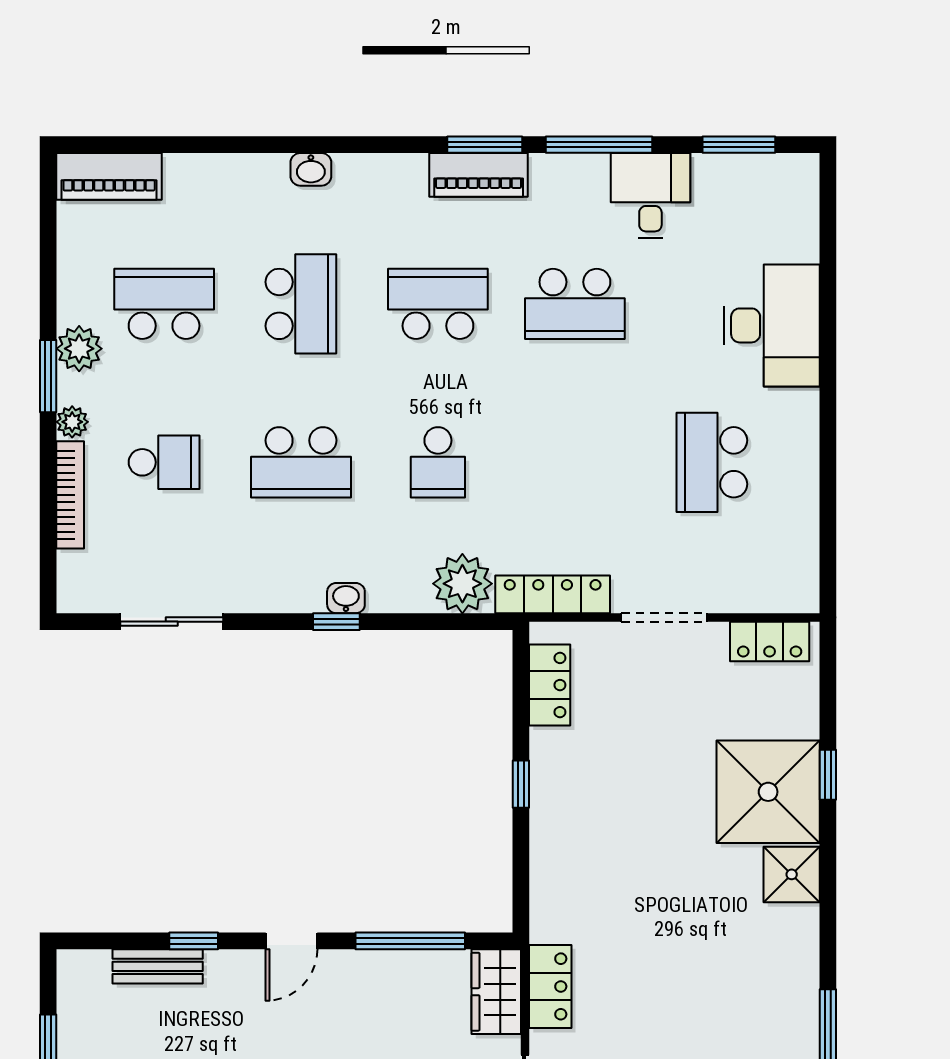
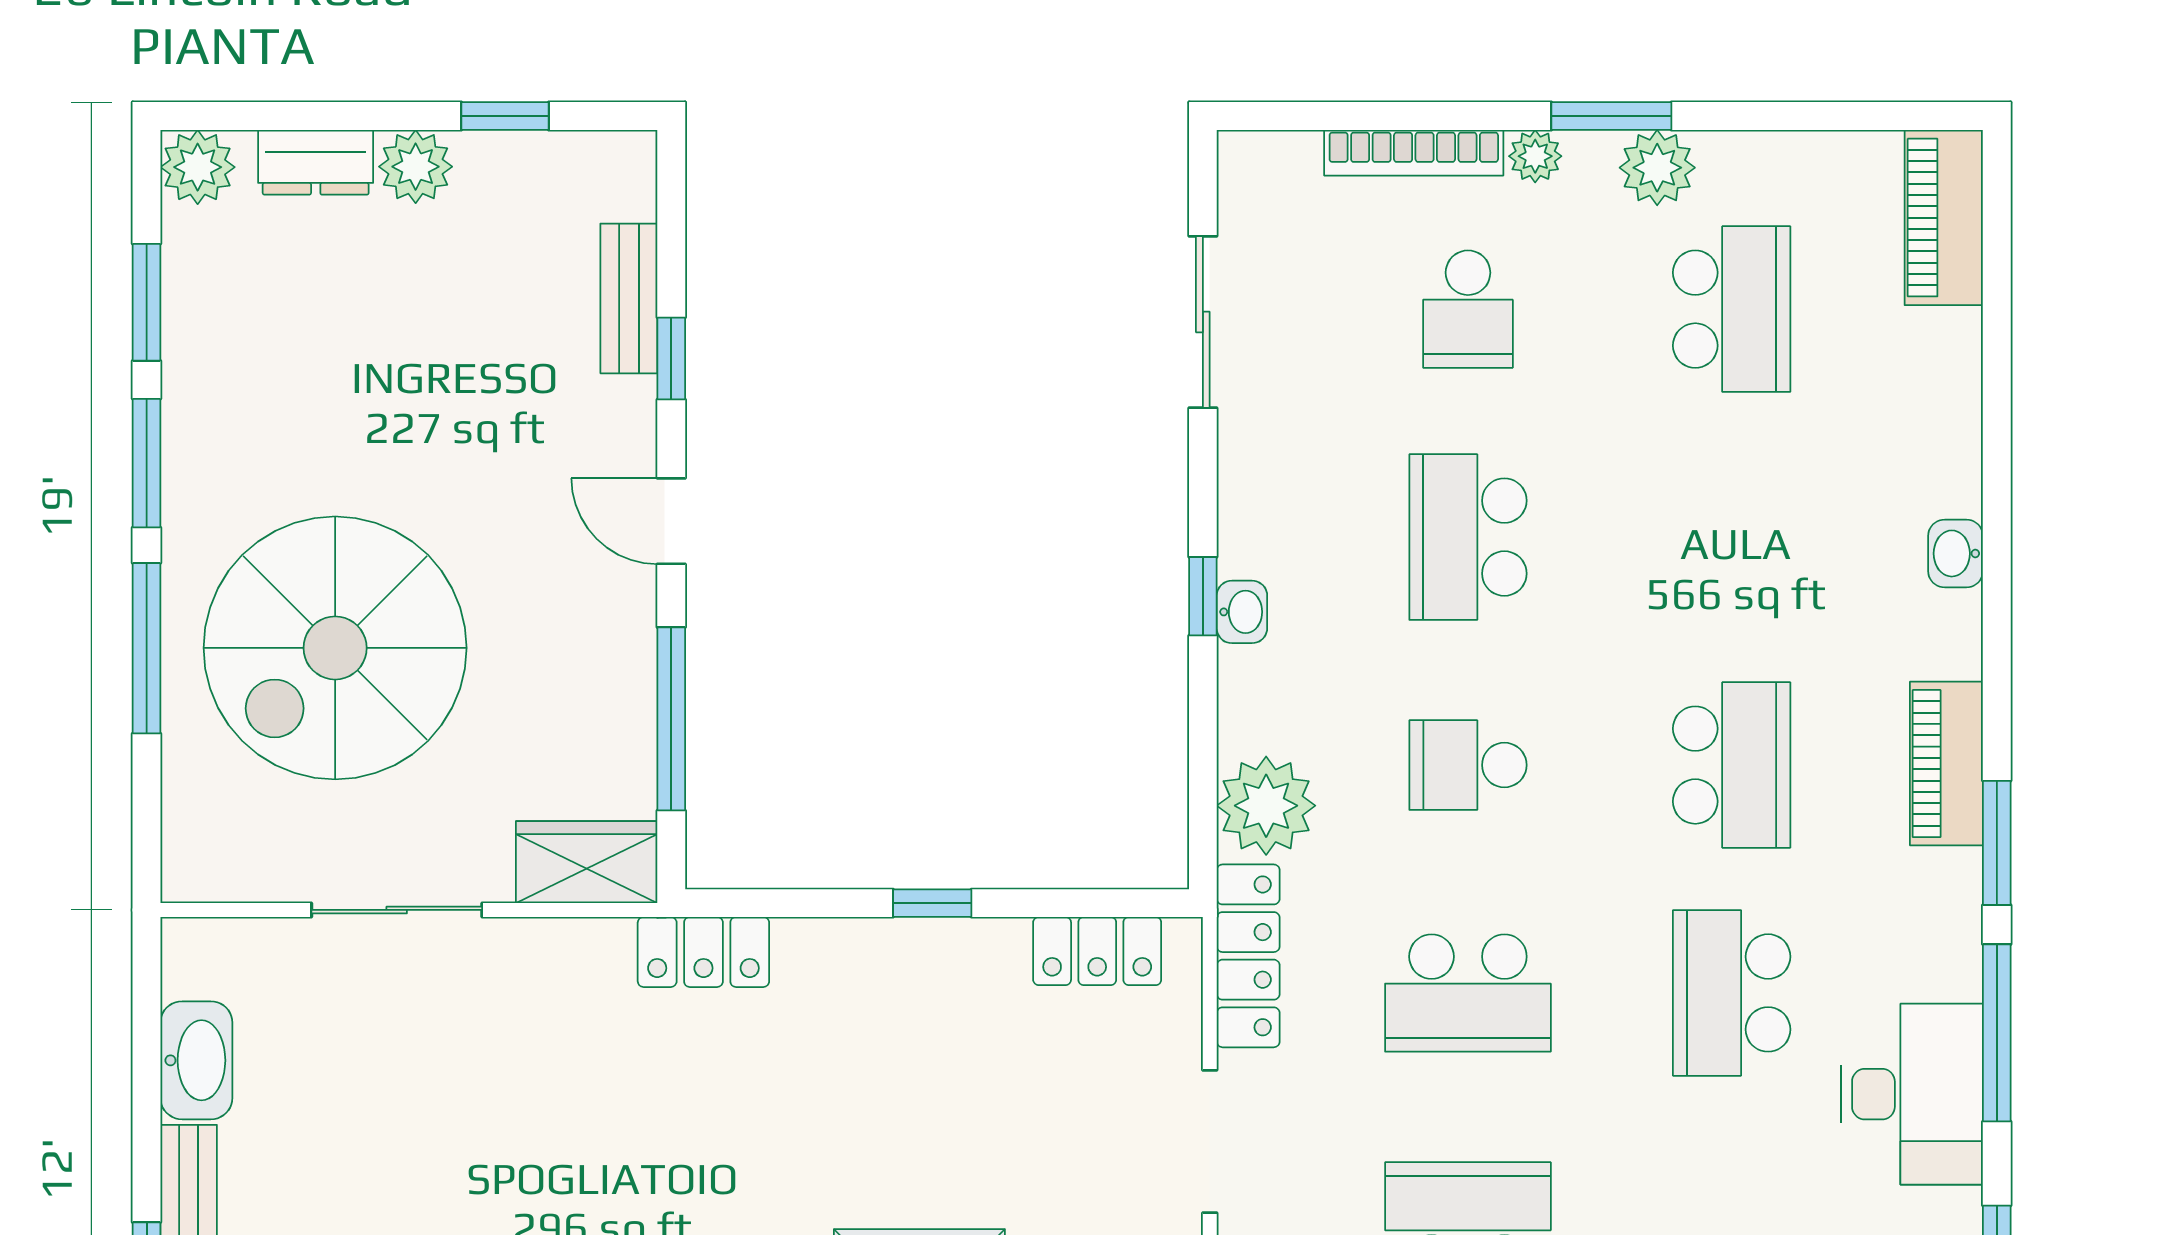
piano: (479, 175) -> (1946, 764), moved
desk: (650, 196) -> (1912, 1094), width x1.37
school desk: (301, 304) -> (1468, 993), moved
locker: (550, 986) -> (703, 952), moved

